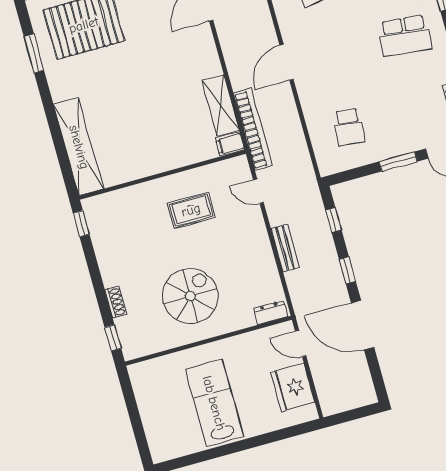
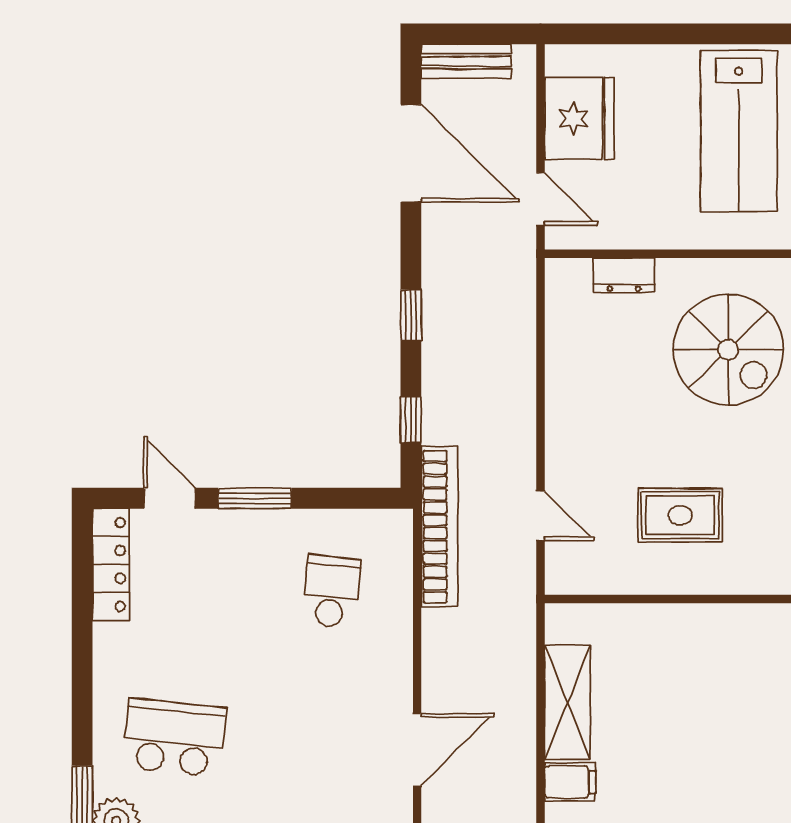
bookcase: (253, 129) -> (439, 527), moved, turned 180
filing cabinet: (230, 144) -> (570, 782), moved
bench: (285, 248) -> (466, 61), moved, turned 90
spiral stairs: (190, 296) -> (728, 350), turned -90
dresser: (271, 312) -> (624, 275), moved
door: (363, 325) -> (411, 153), moved

